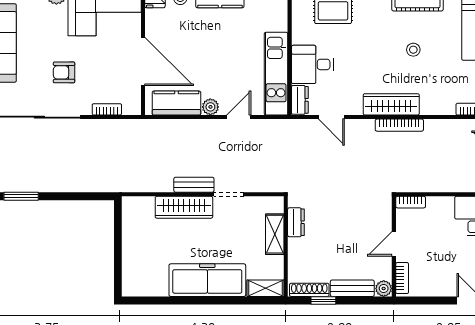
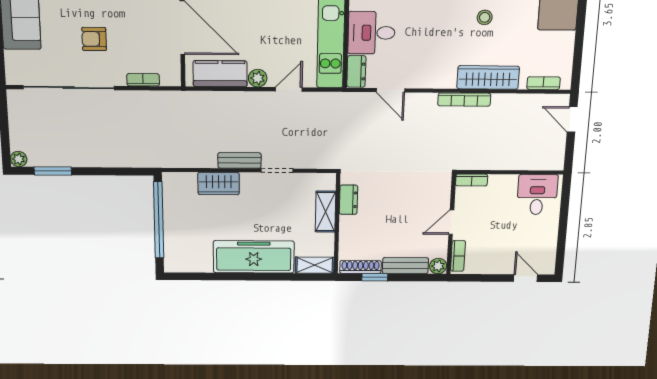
wardrobe: (391, 104) -> (488, 77), moved
wardrobe: (184, 207) -> (219, 184), width x0.67
window: (118, 244) -> (159, 220), added

